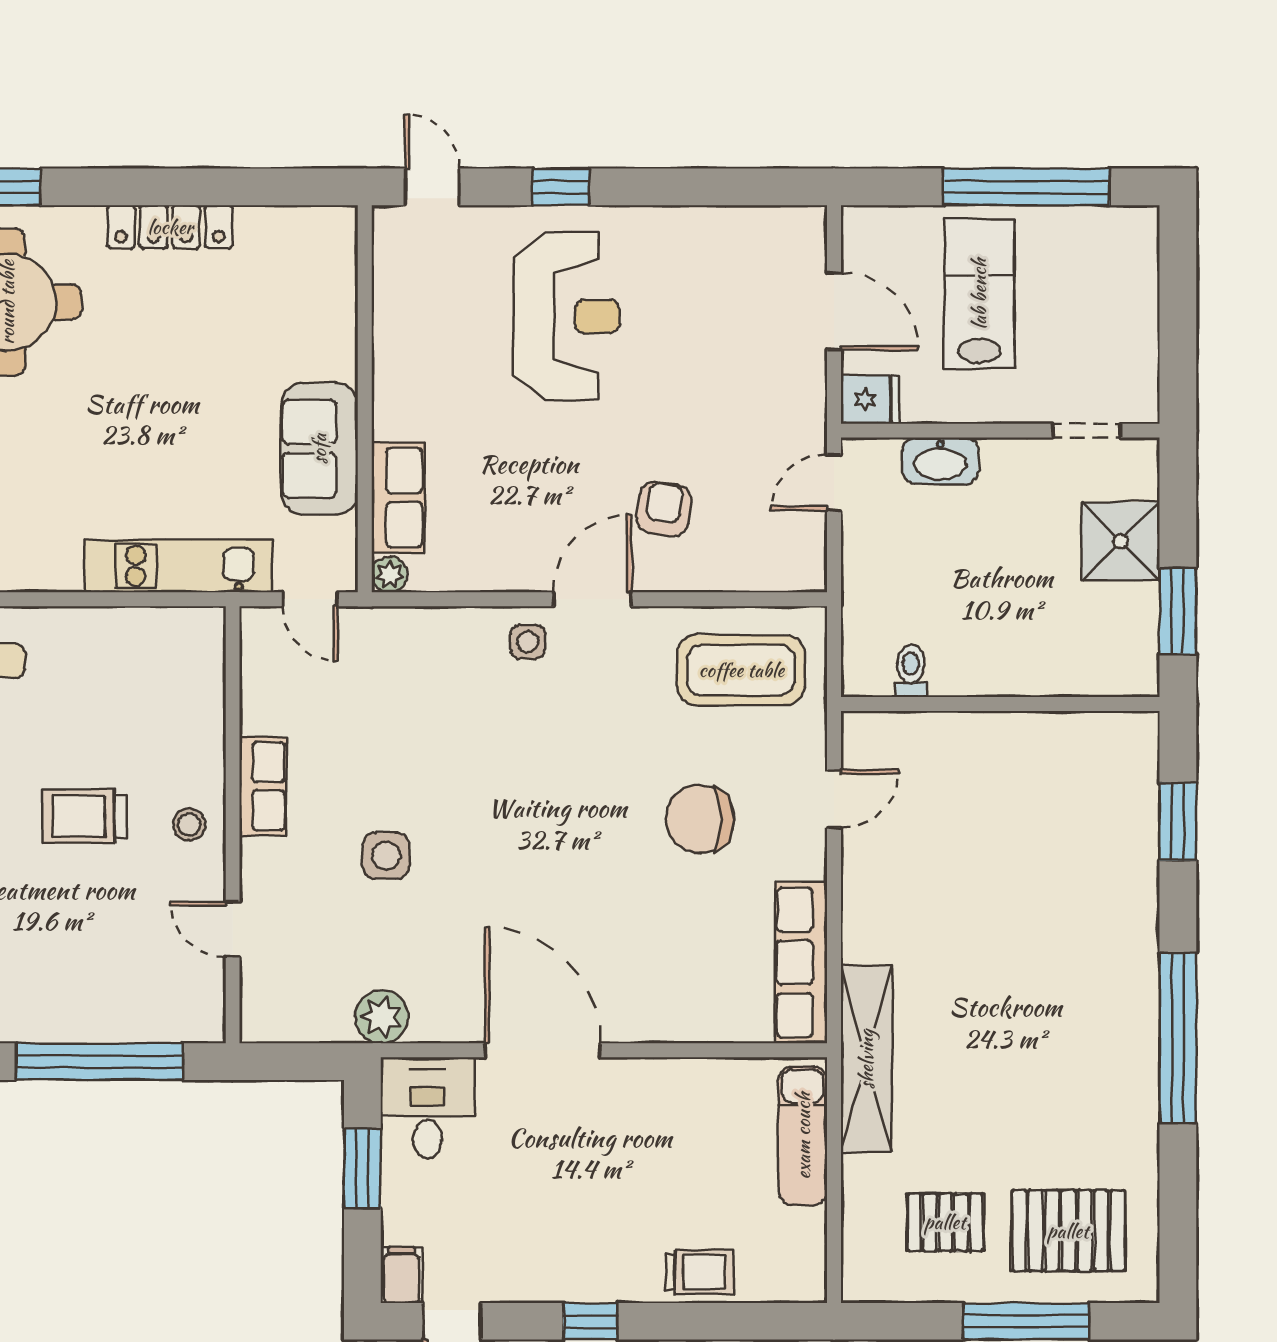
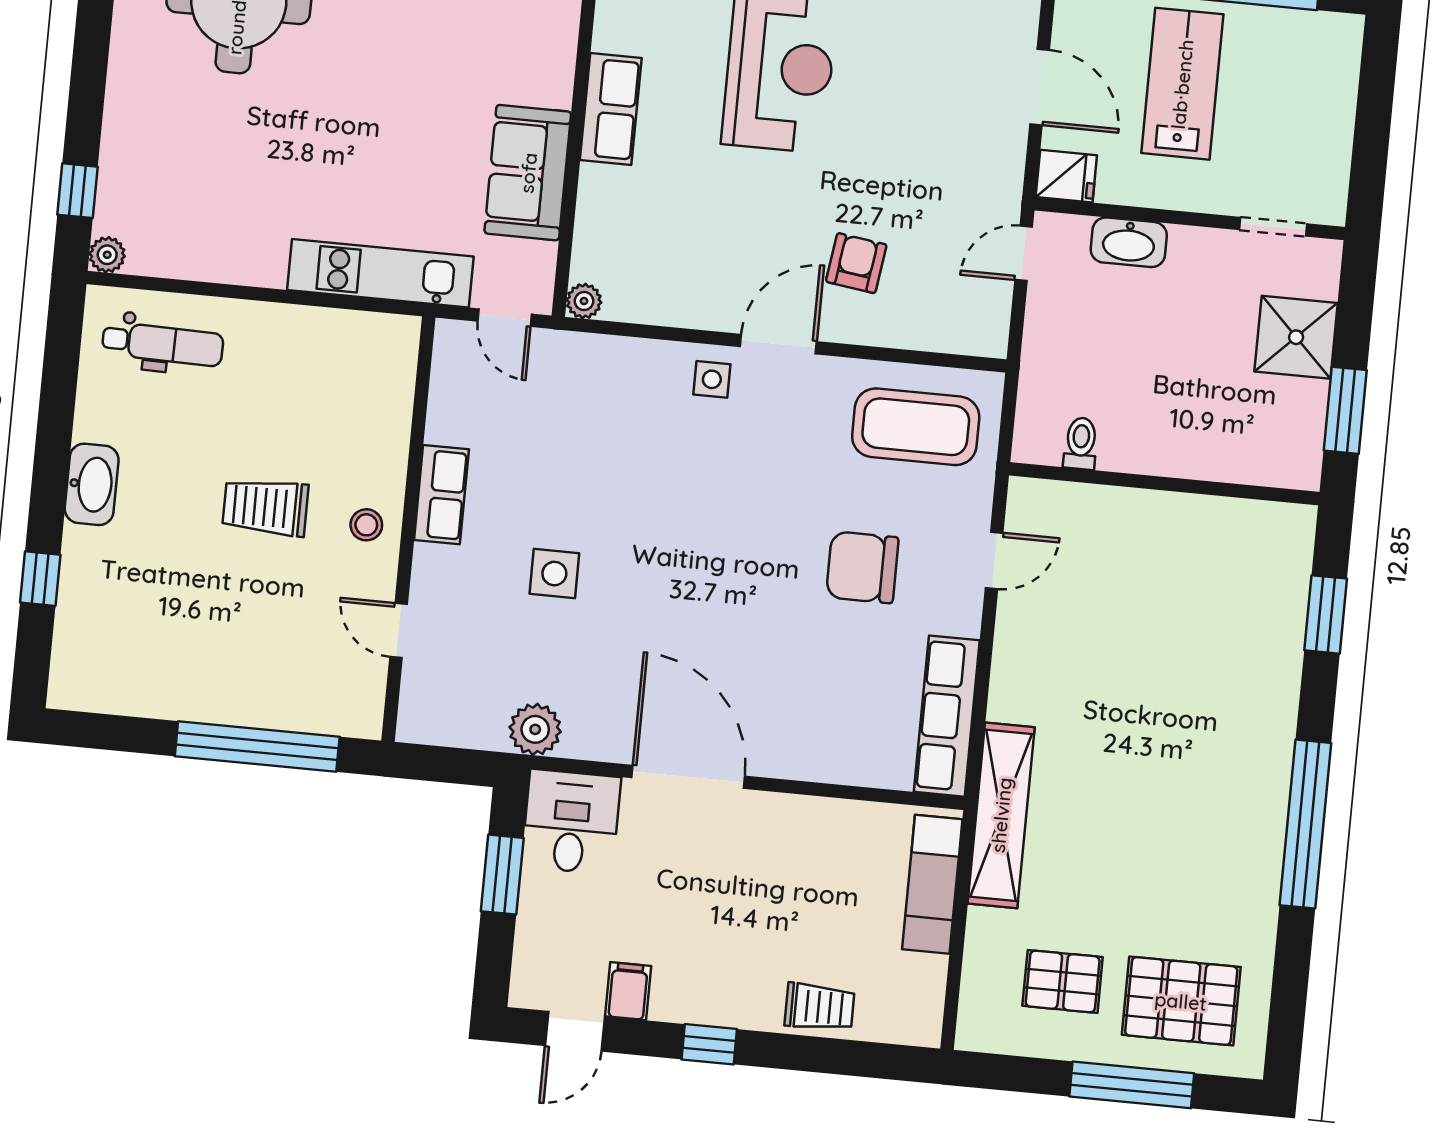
row of seats: (398, 498) -> (611, 109), moved
filing cabinet: (402, 1275) -> (628, 991), moved

